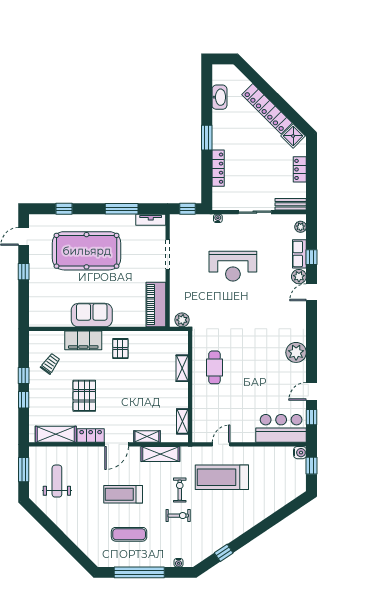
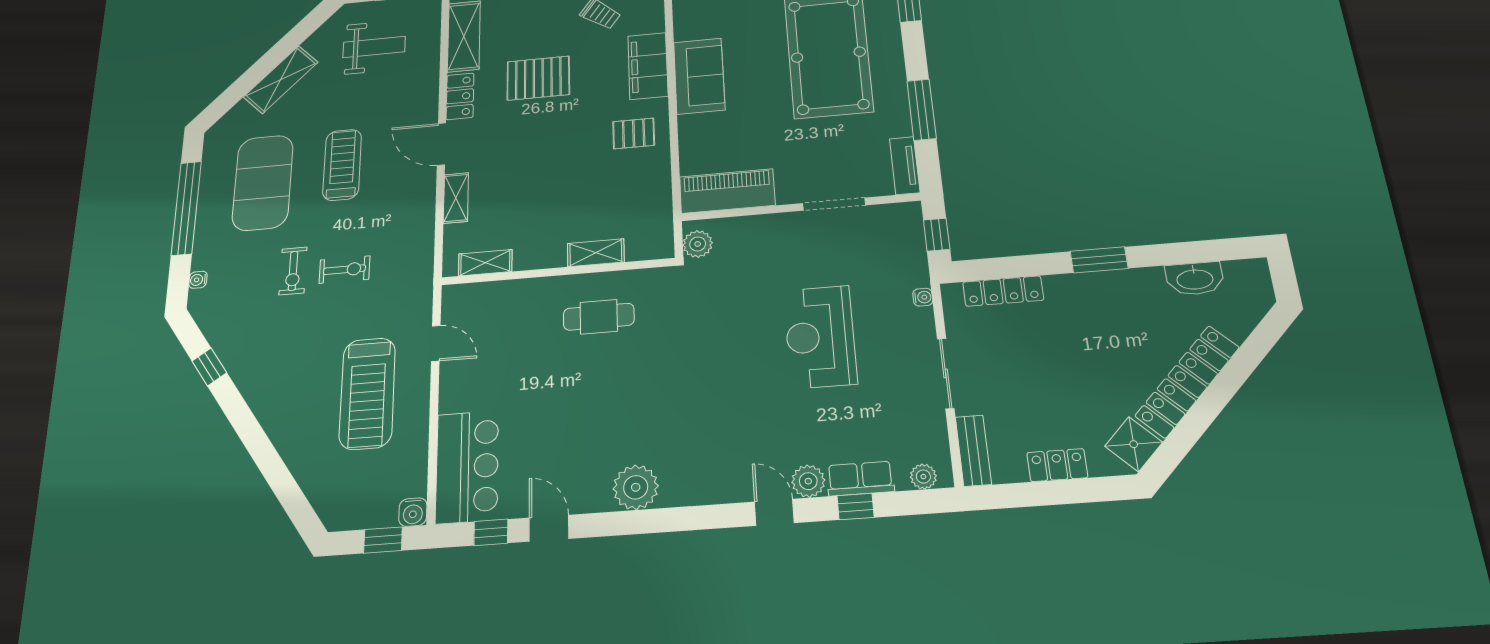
locker: (218, 168) -> (1003, 291), moved
shelving: (160, 454) -> (281, 80), moved, turned 45
treadmill: (222, 477) -> (367, 393), moved, turned 180
exercise mat: (129, 534) -> (263, 183), width x2.00, depth x1.45

